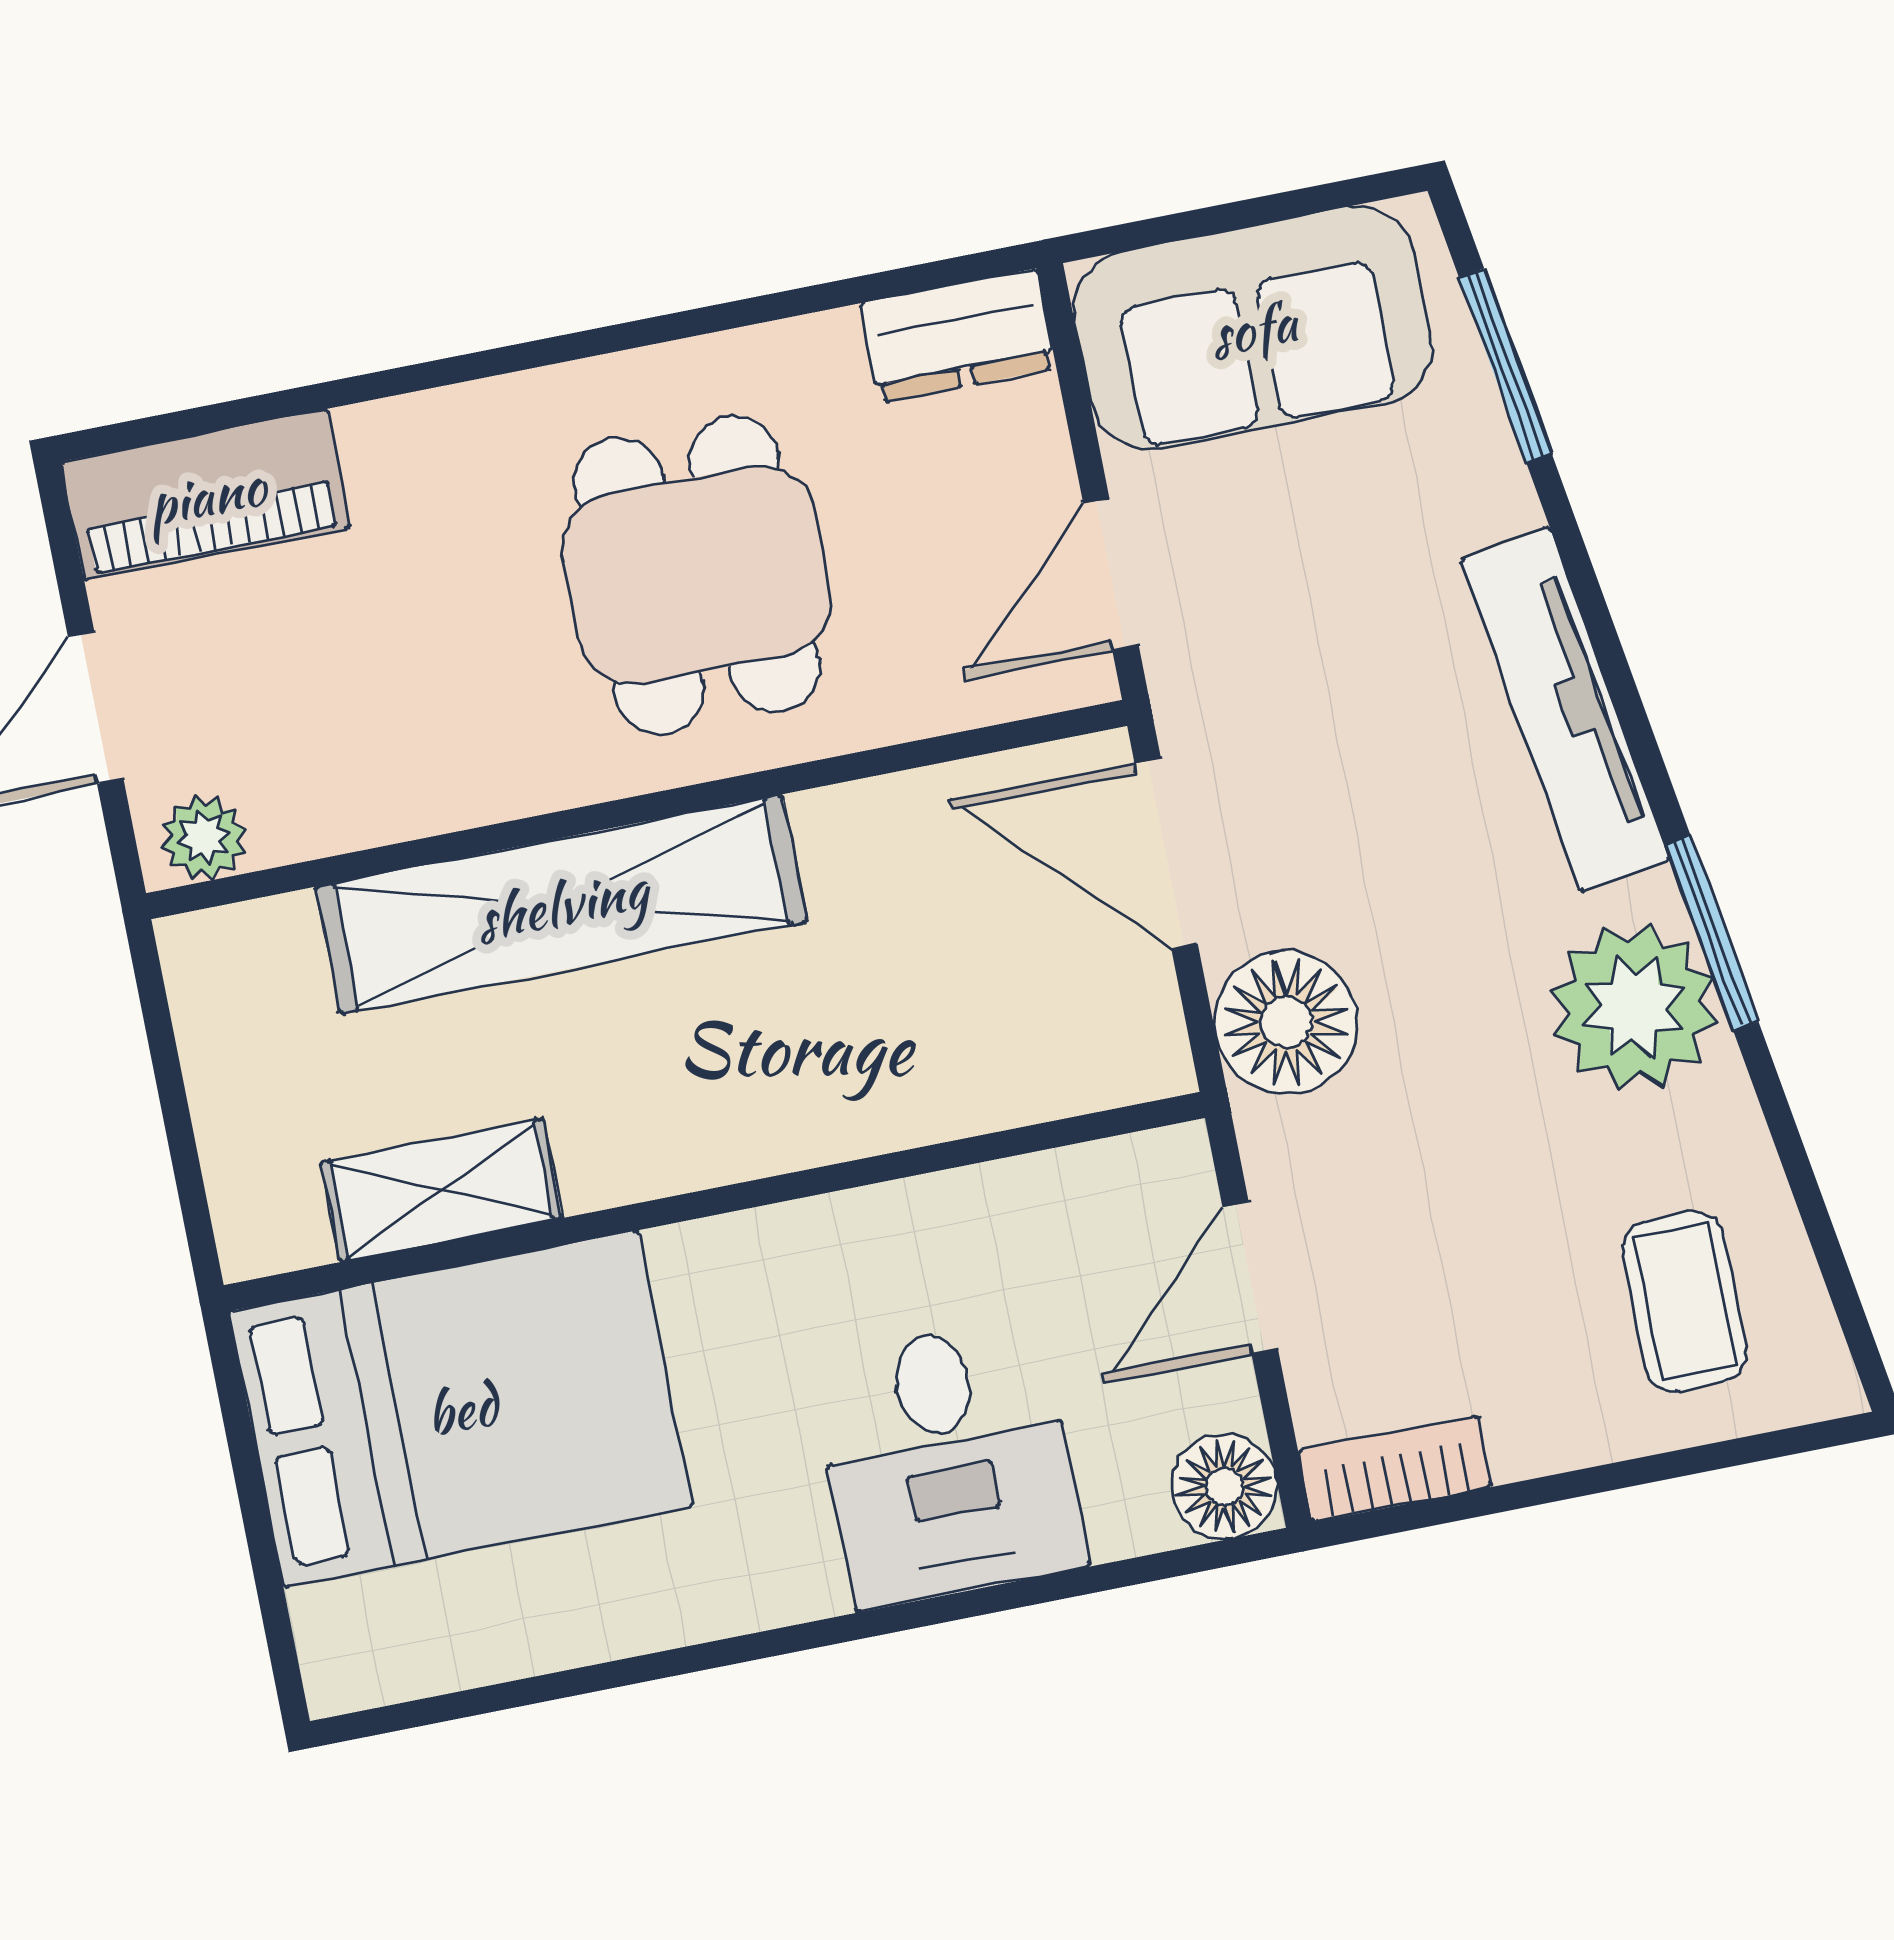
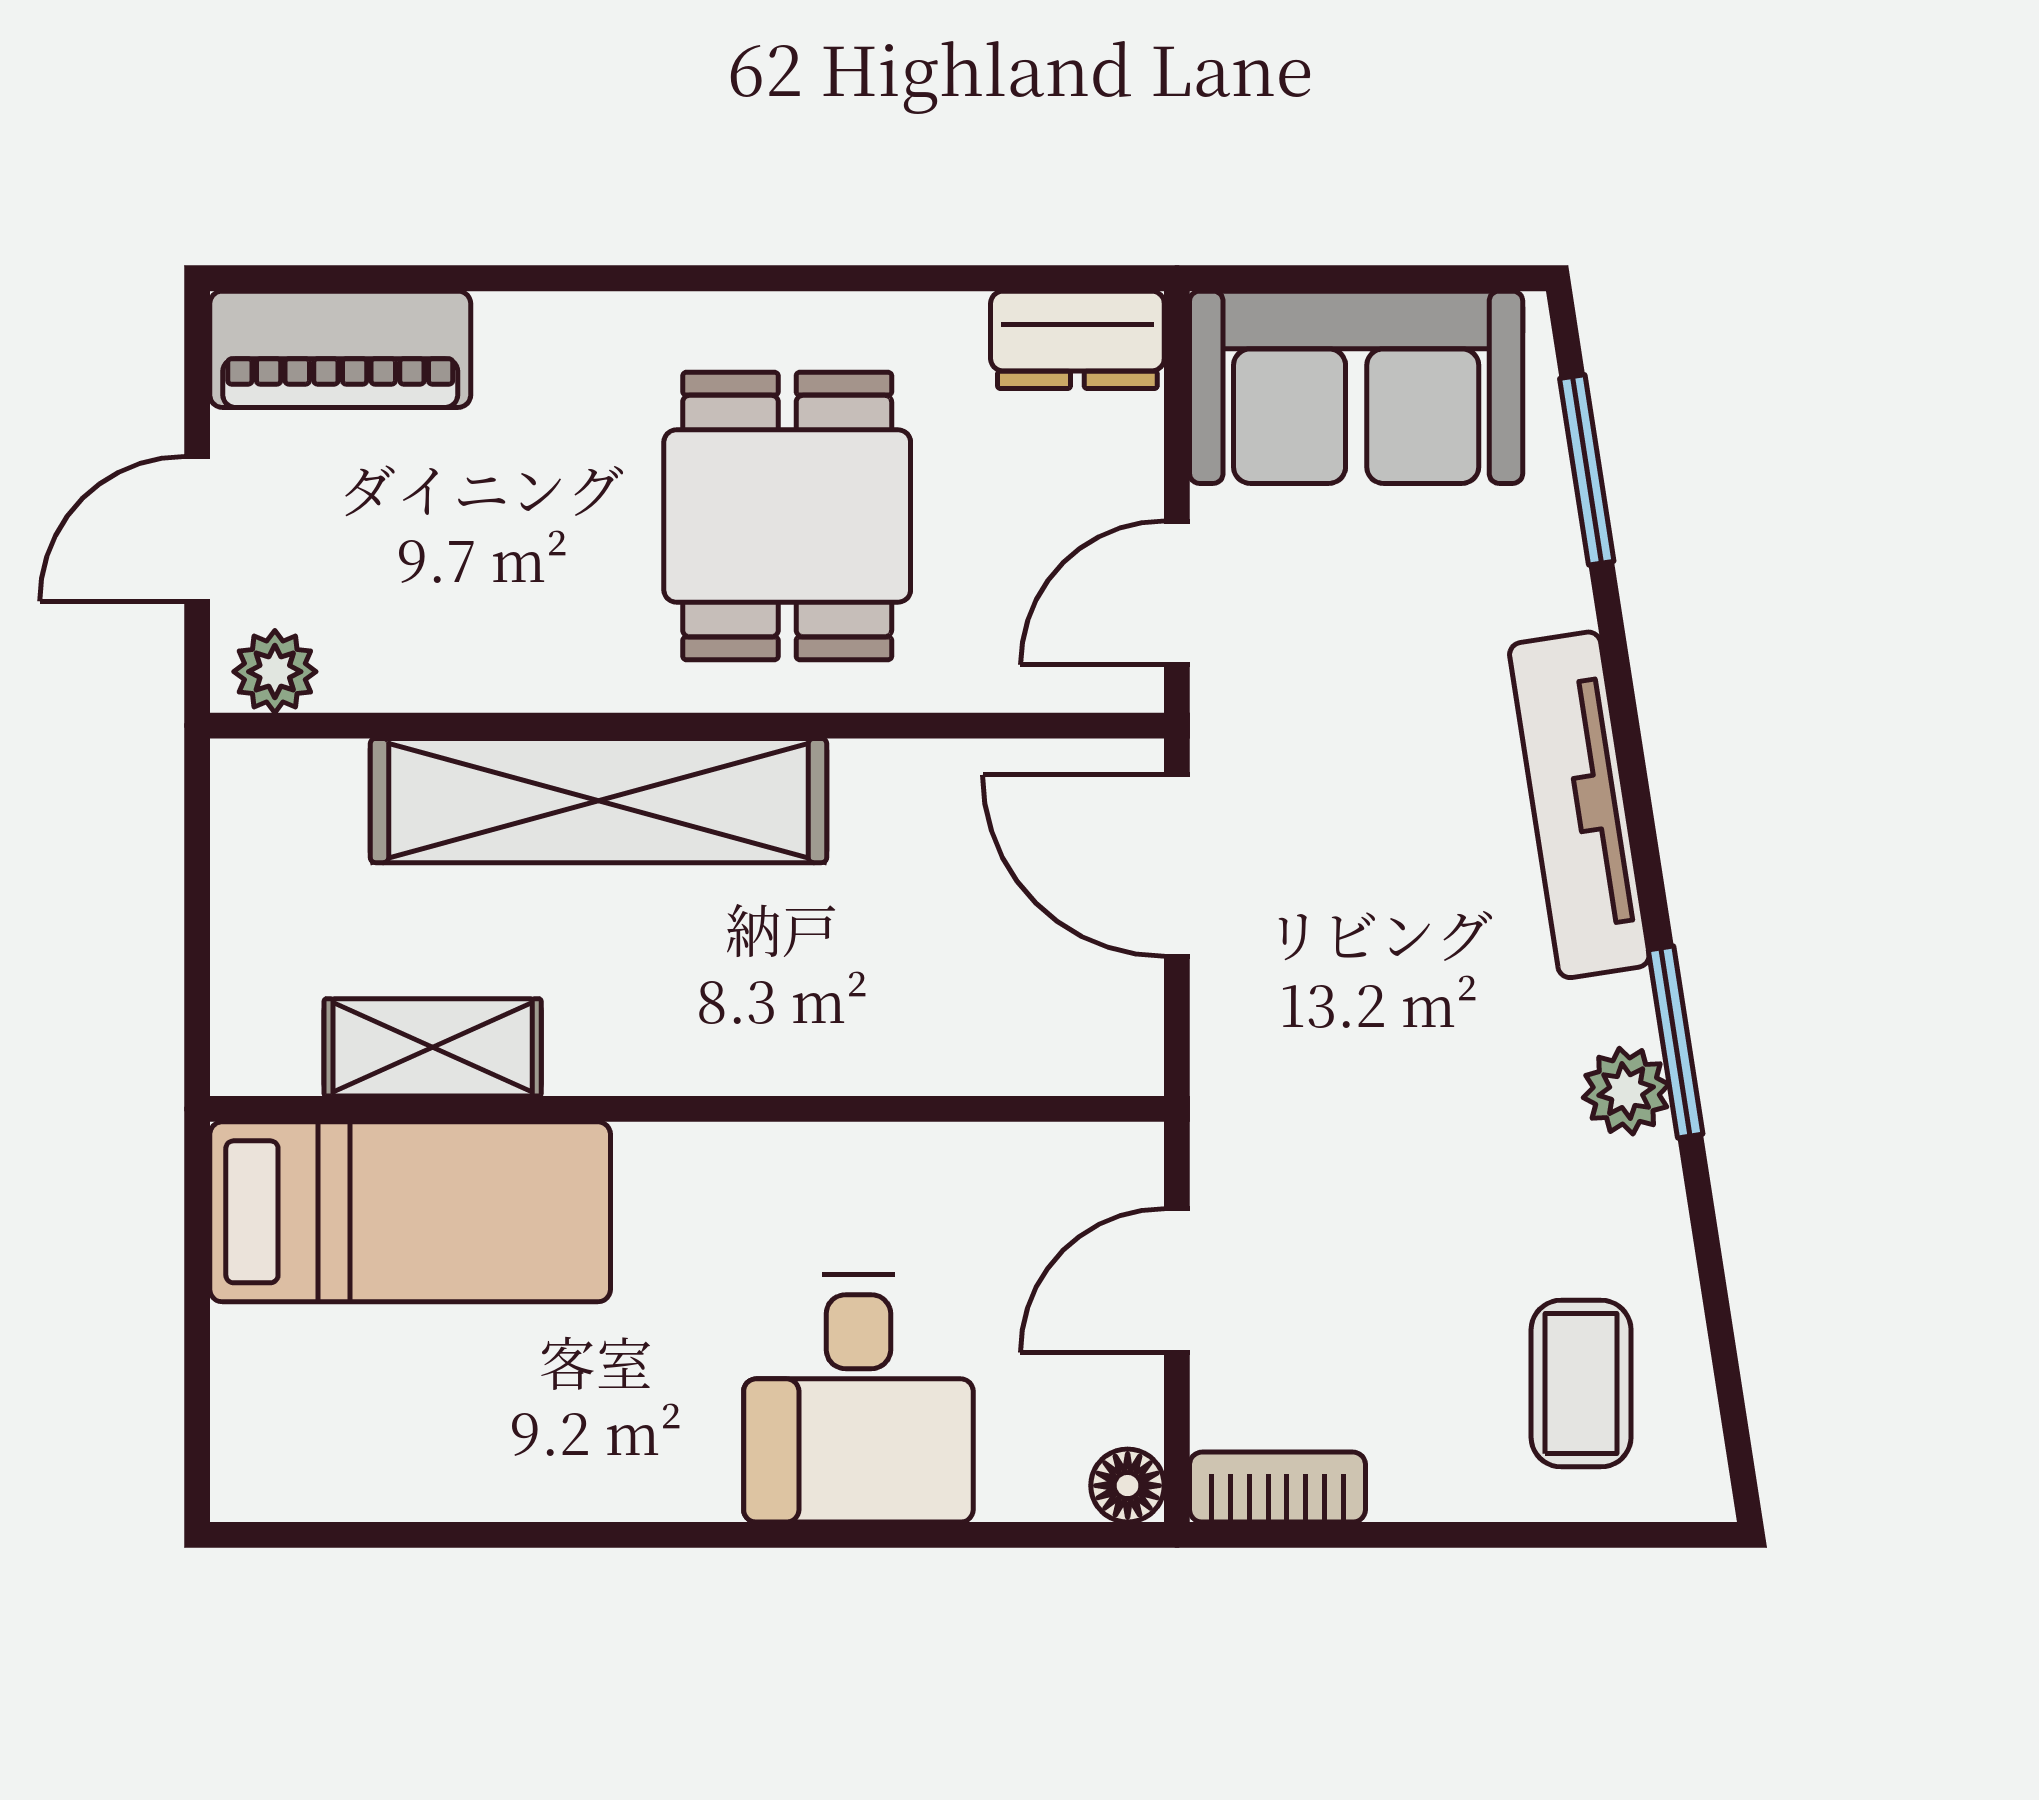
plant: (1634, 1007) -> (1626, 1091), width x0.53, depth x0.53
floor lamp: (1286, 1022) -> (1258, 1047), removed
bed: (461, 1409) -> (410, 1212), width x0.67
floor lamp: (1224, 1486) -> (1128, 1486), width x0.73, depth x0.73

